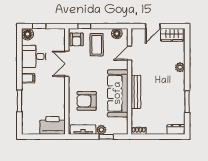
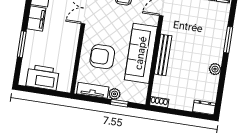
plant: (180, 67) -> (215, 69), moved
filing cabinet: (28, 78) -> (36, 18), width x2.00
window: (187, 102) -> (228, 40), moved
printer: (53, 125) -> (43, 77), moved

